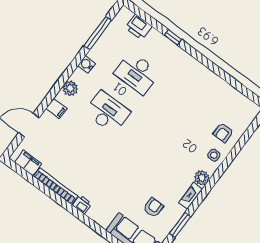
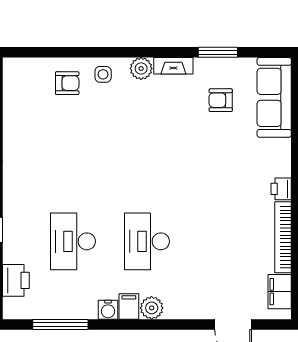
desk: (137, 73) -> (73, 241), turned 180
filing cabinet: (56, 109) -> (129, 306), moved

